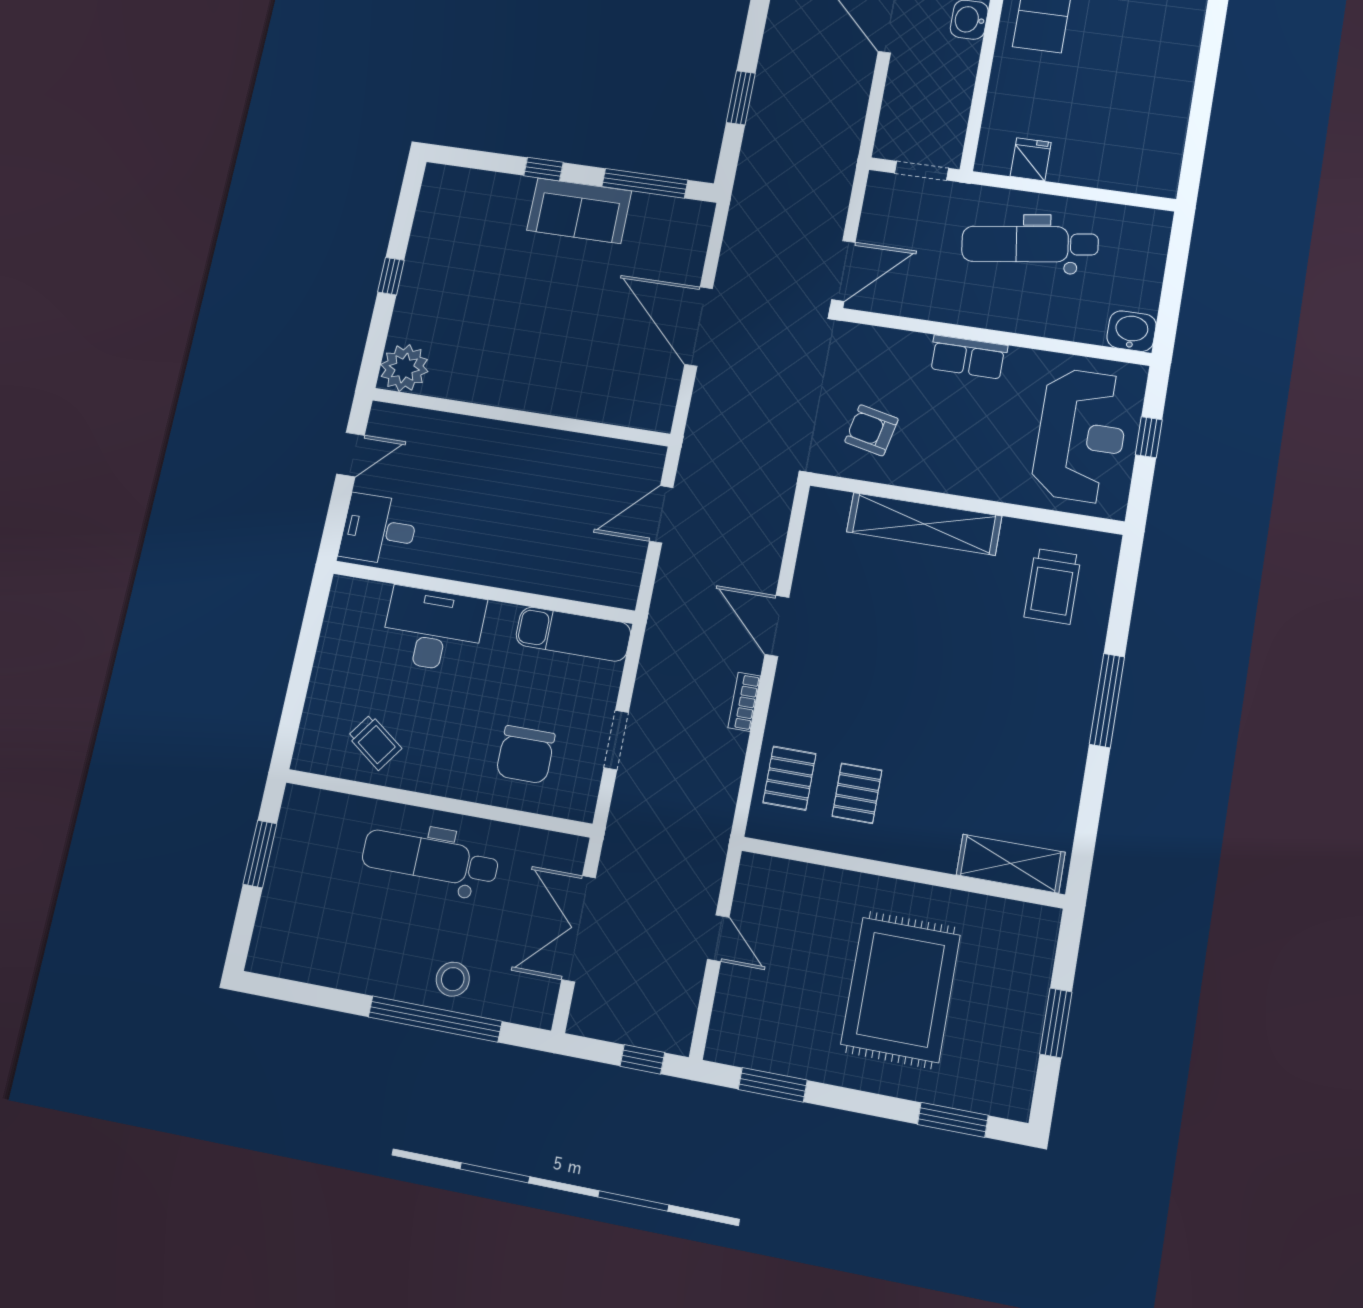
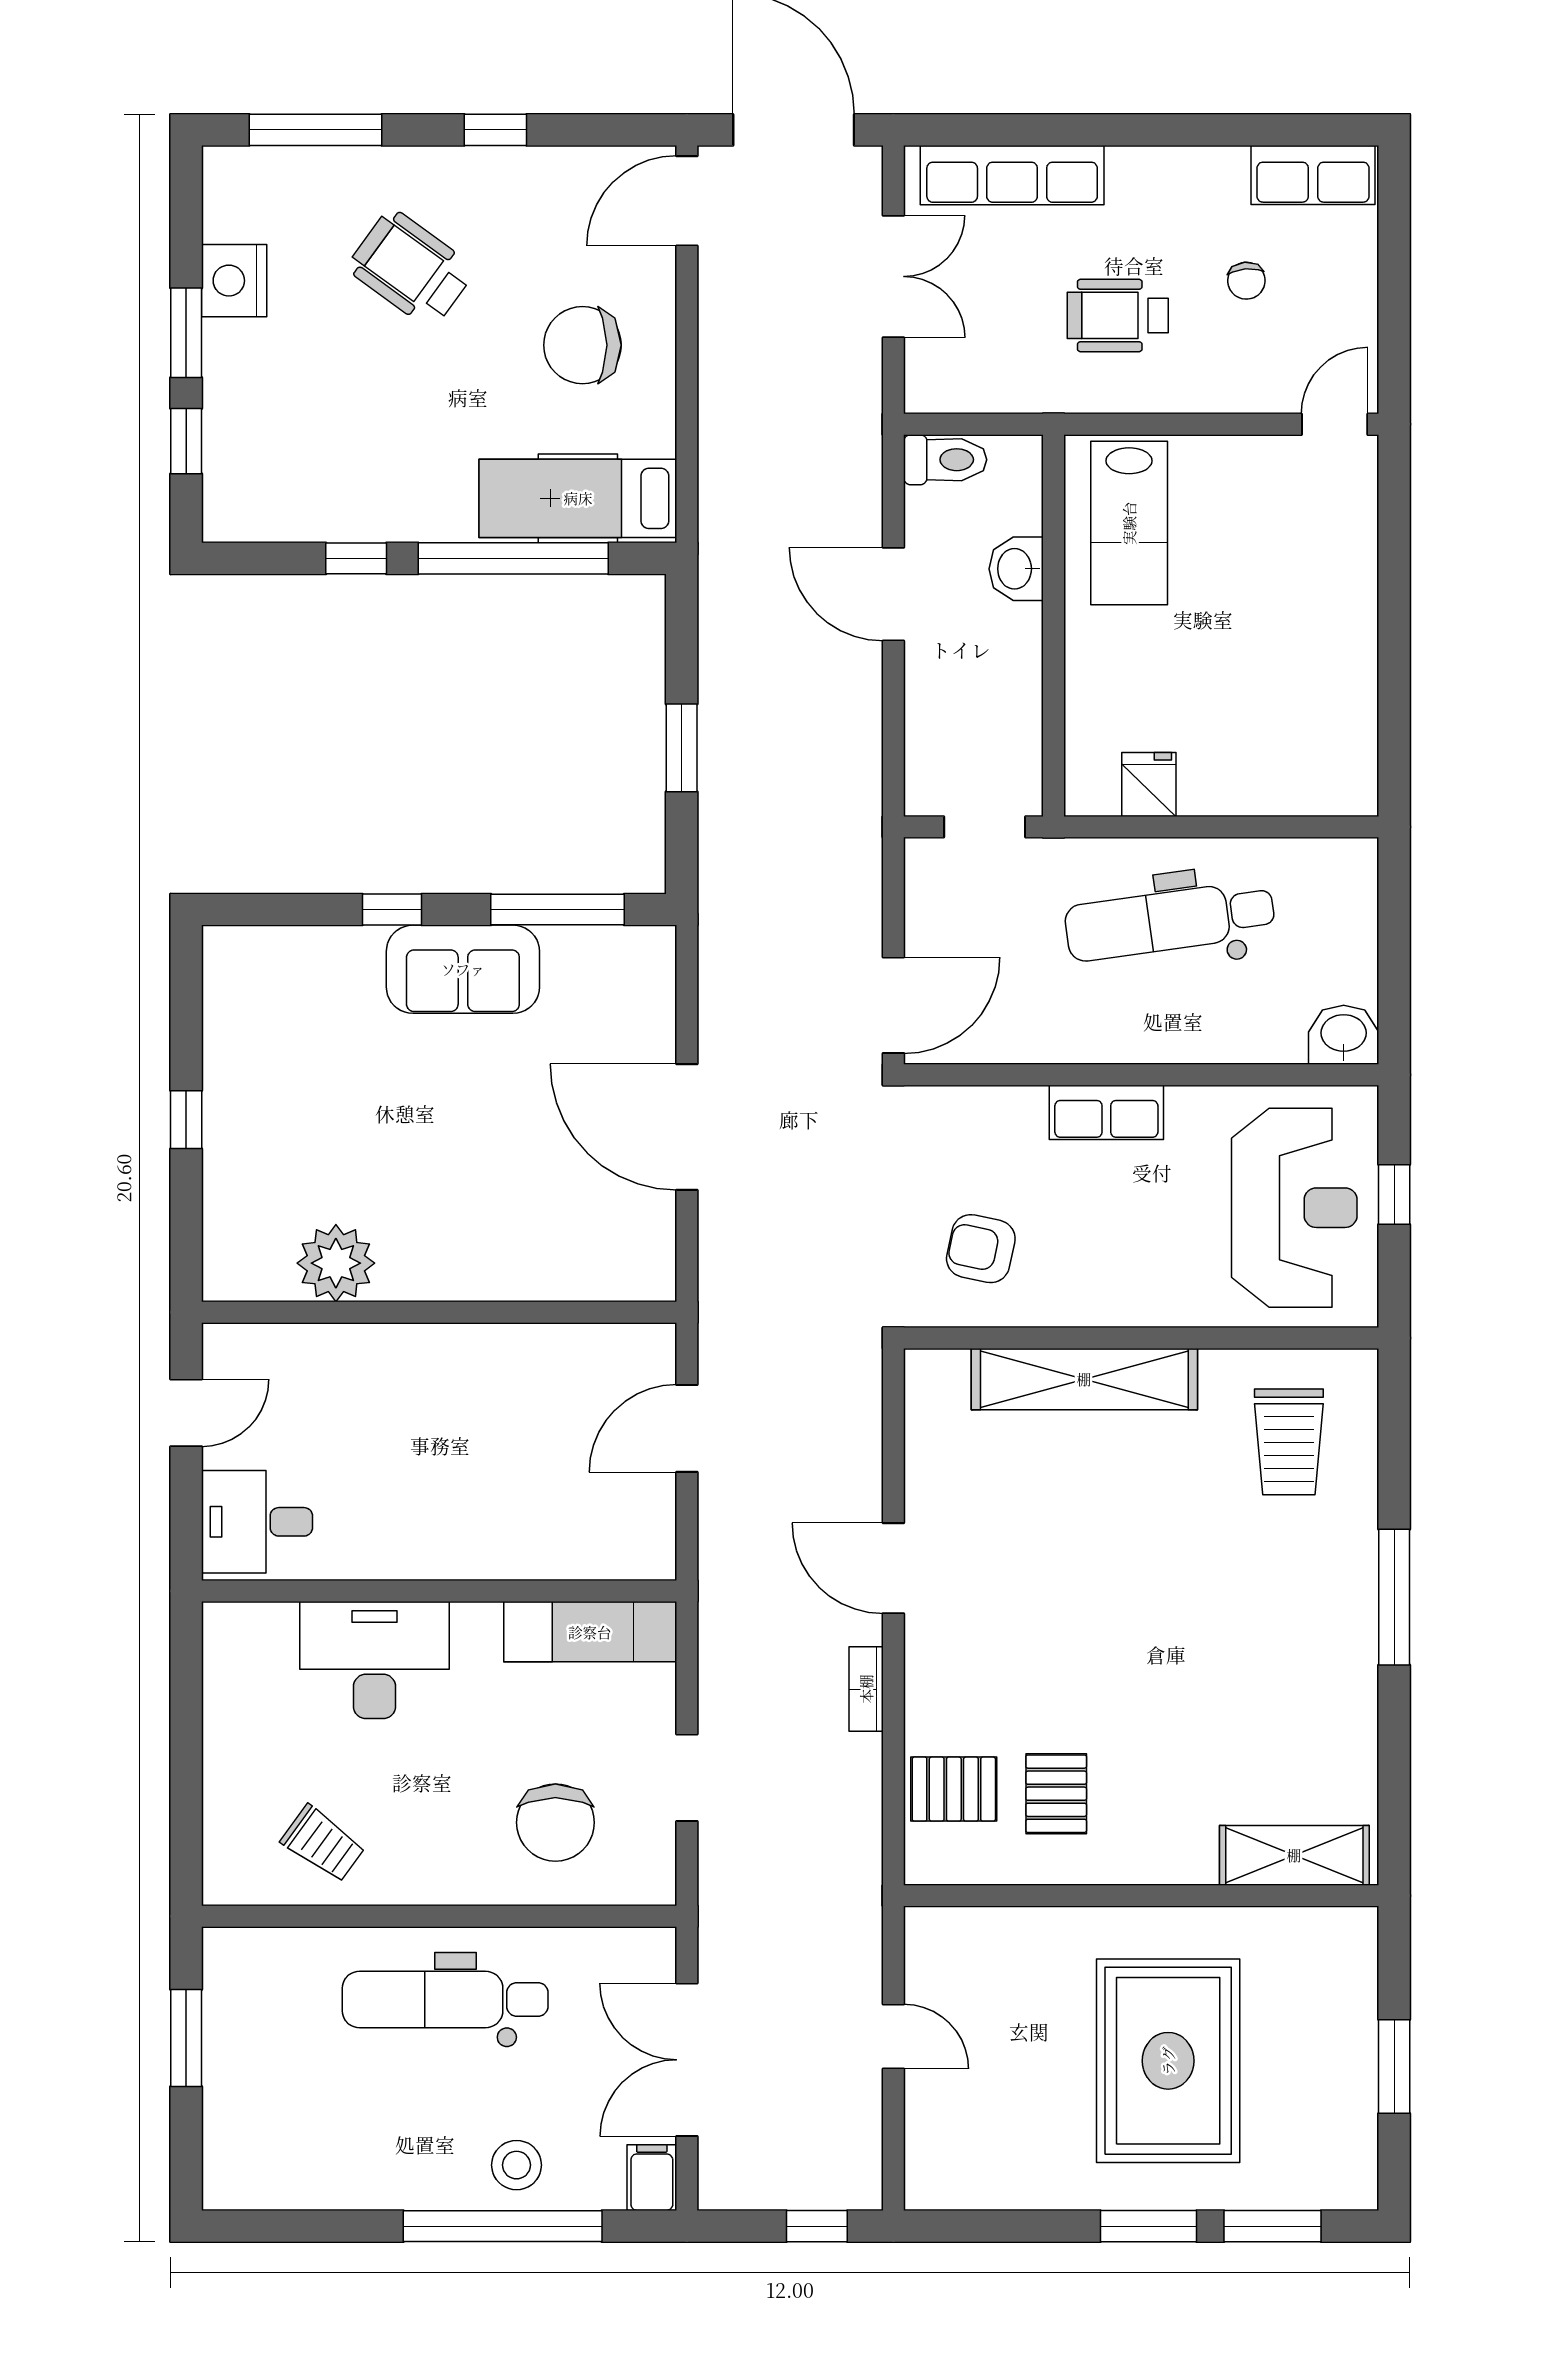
plant: (404, 368) -> (336, 1263), moved
pallet: (789, 778) -> (954, 1789), turned 90
filing cabinet: (540, 1005) -> (652, 2178), added
window: (773, 1085) -> (1149, 2226), moved

